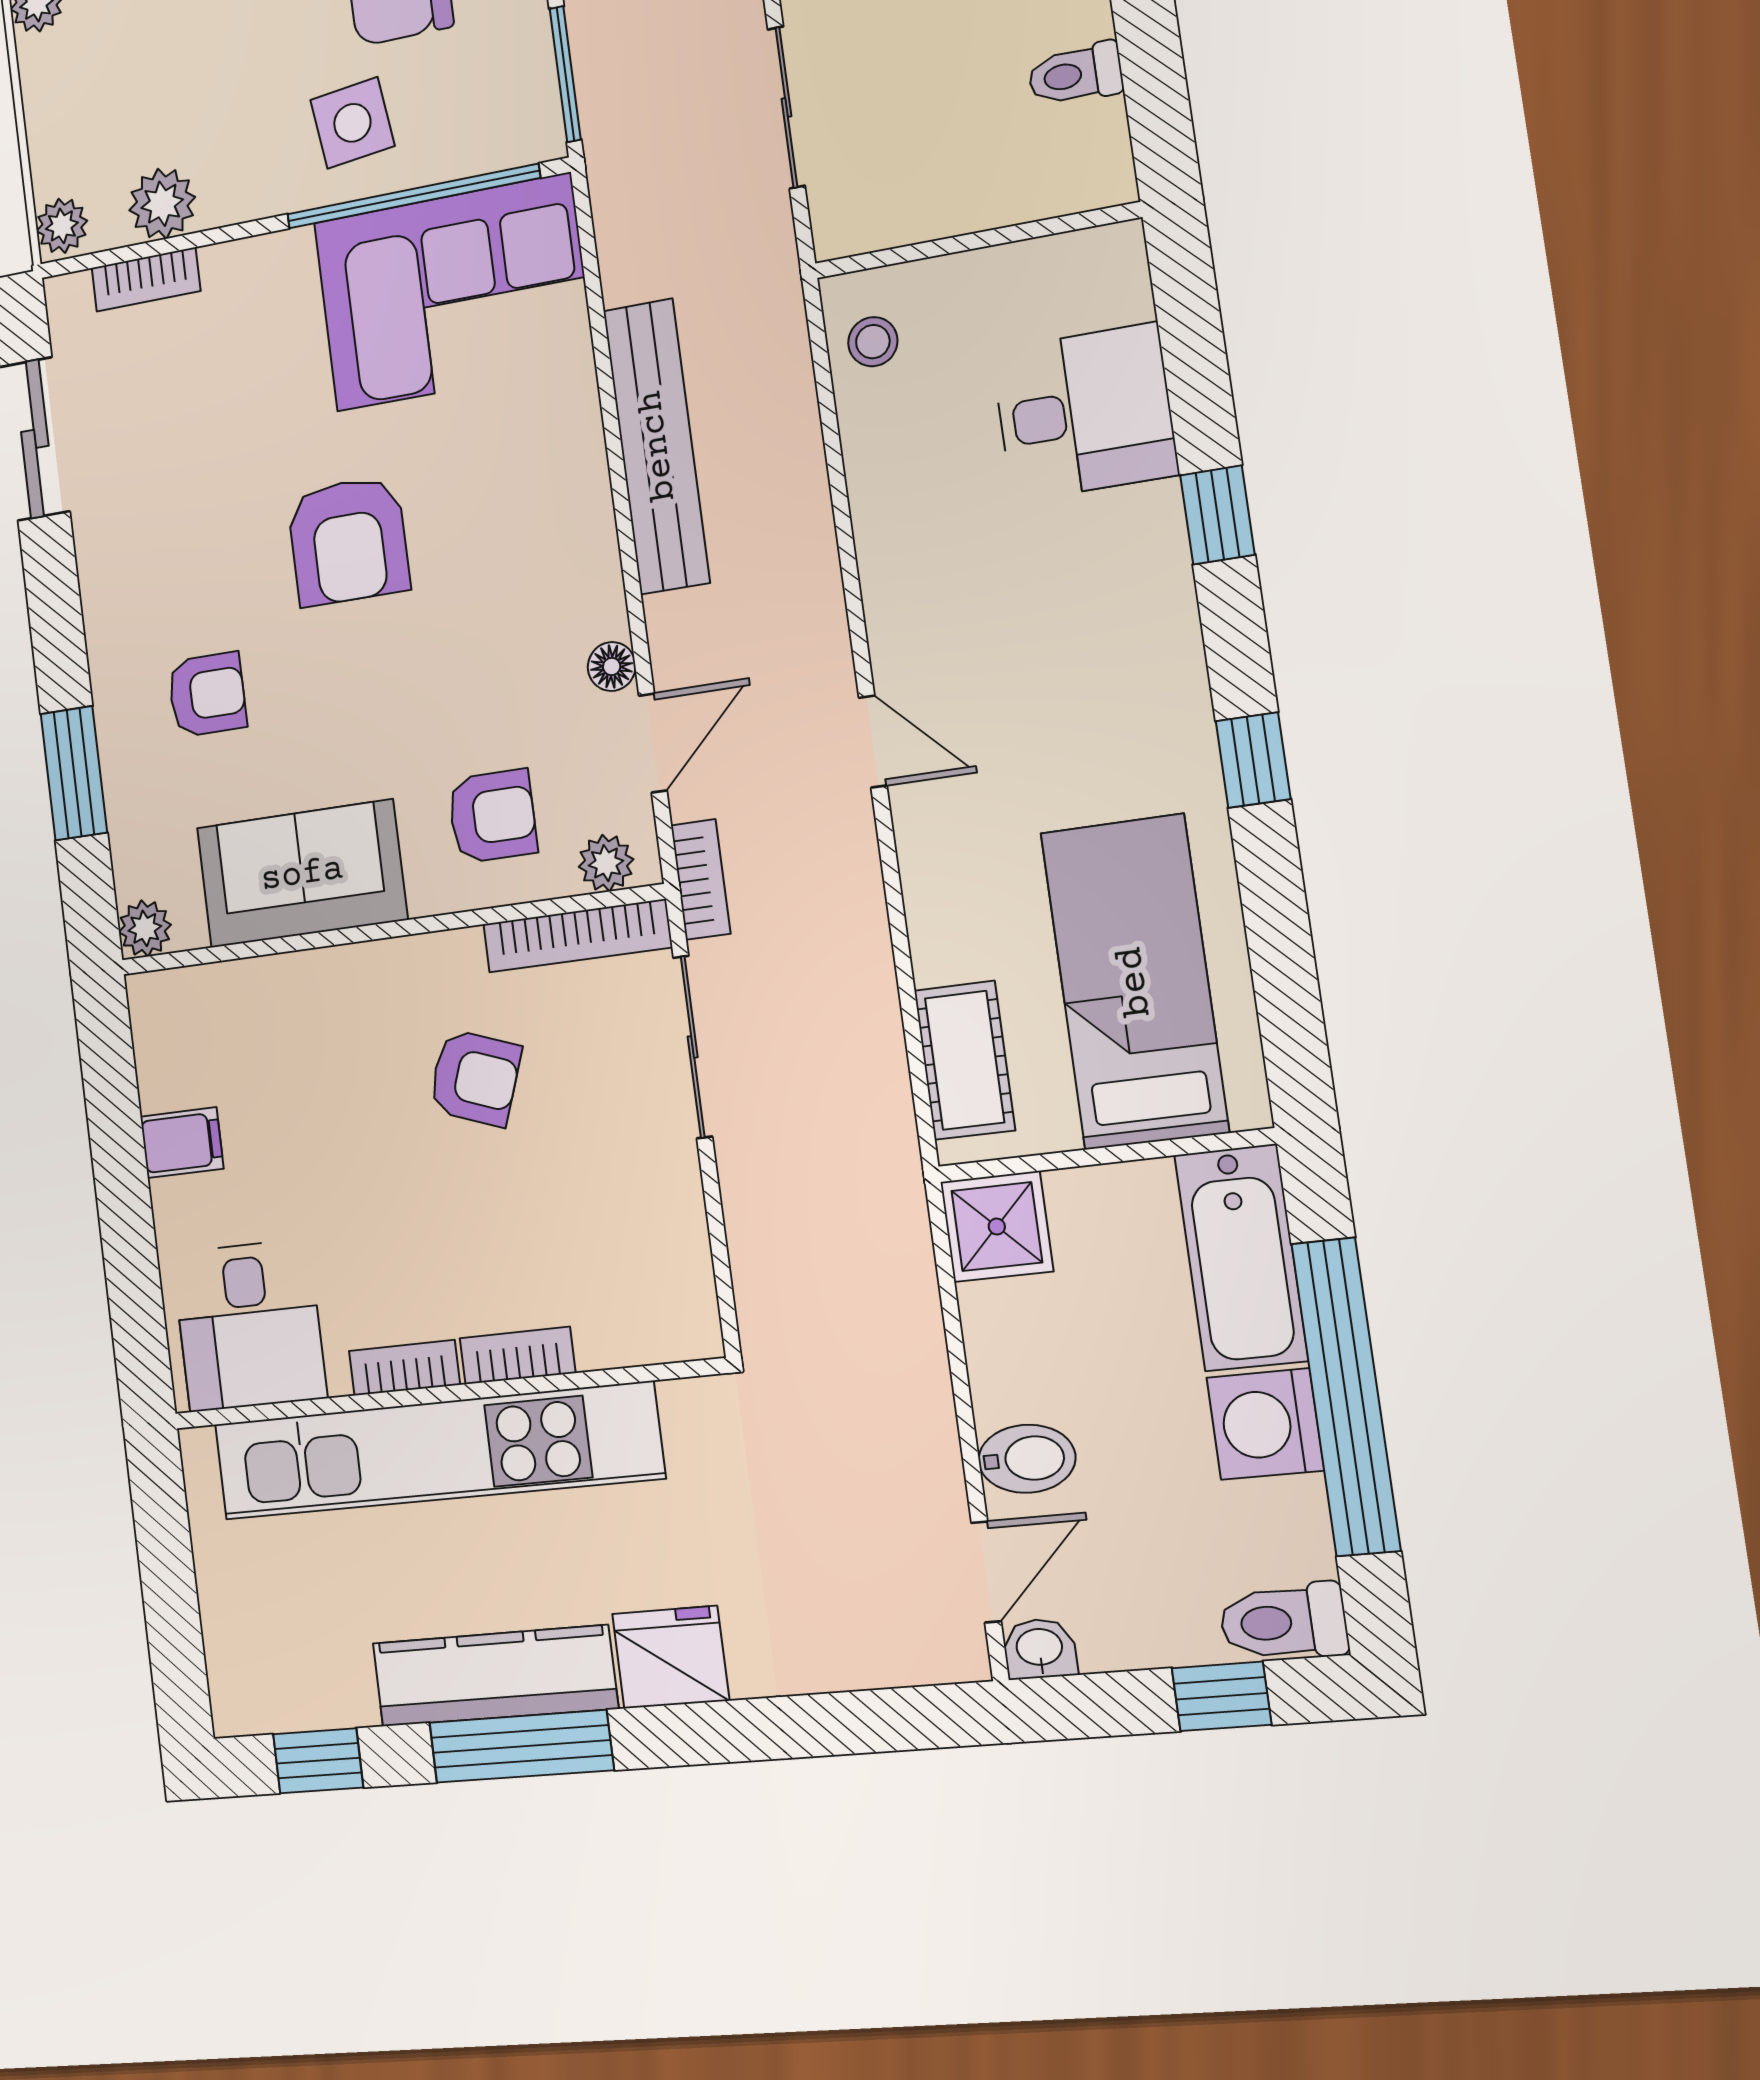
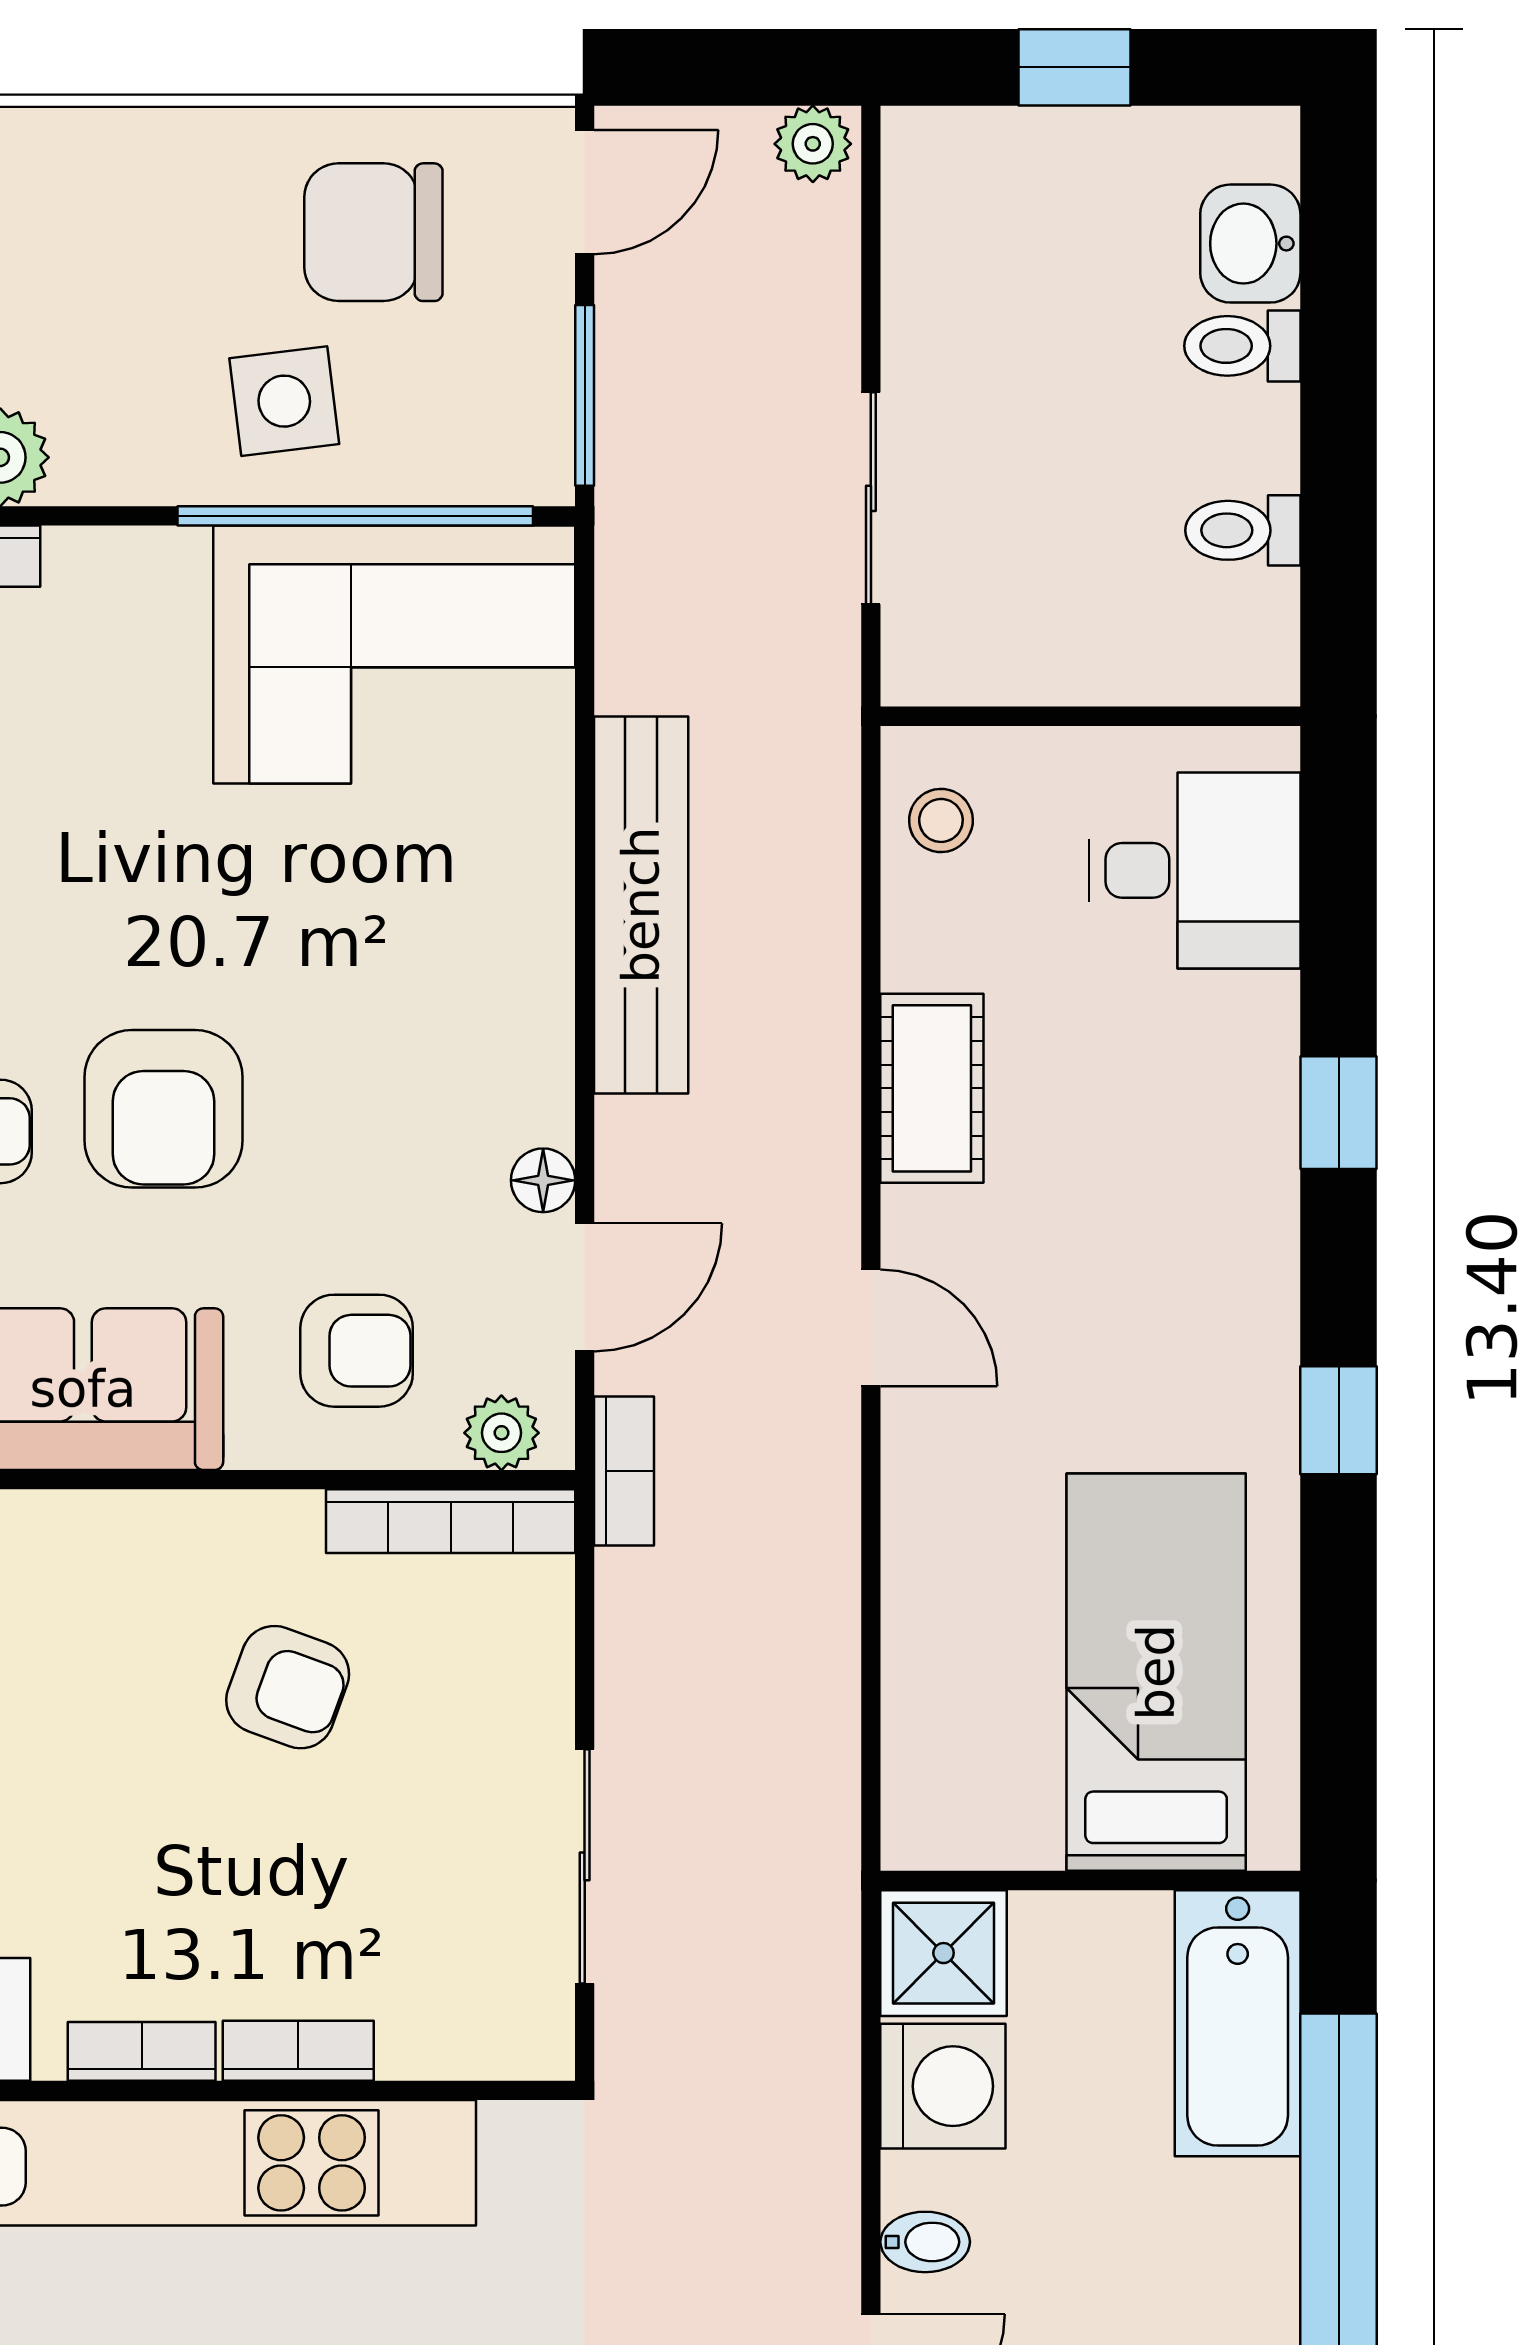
desk: (1085, 412) -> (1195, 870), moved
armchair: (348, 541) -> (164, 1109), moved
sliding door: (693, 1047) -> (585, 1866), moved
cot: (965, 1060) -> (932, 1088), moved
washing machine: (1265, 1424) -> (943, 2086), moved, turned 180
bidet: (1027, 1459) -> (925, 2242), width x0.72, depth x0.74

